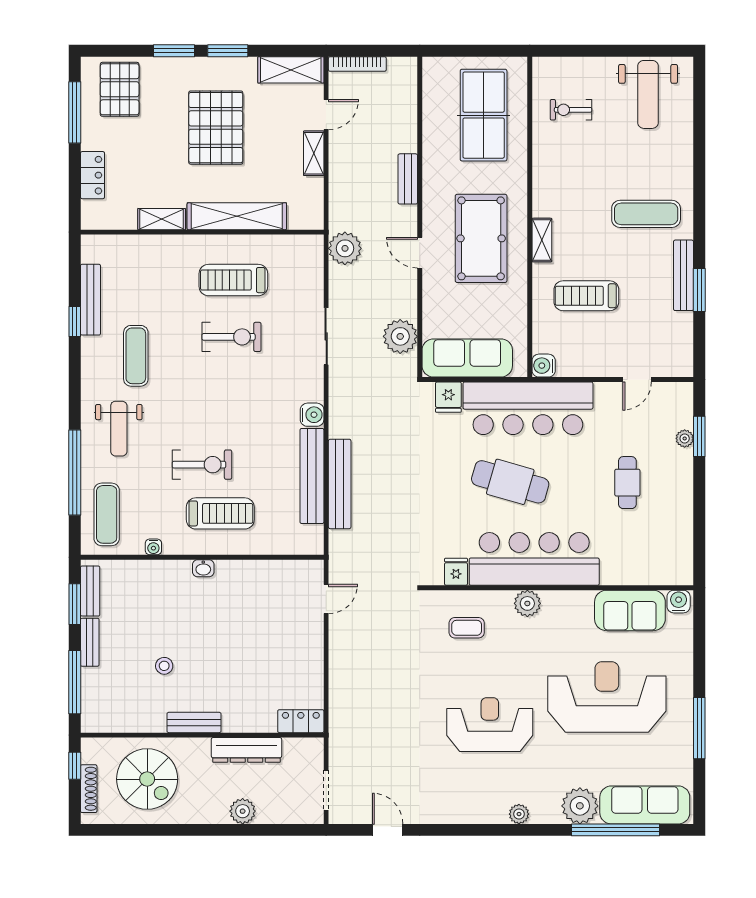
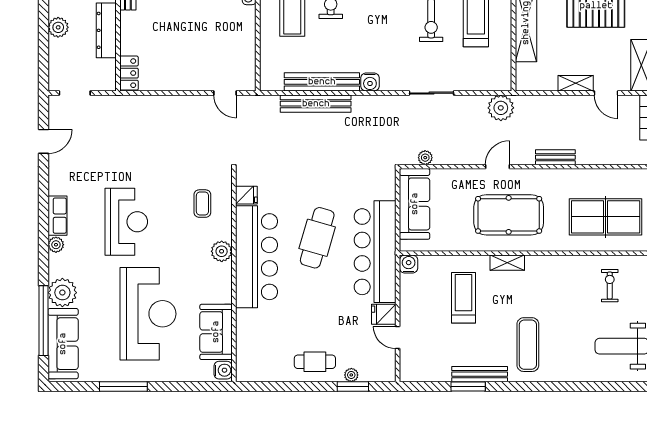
plant: (400, 336) -> (425, 158), width x0.53, depth x0.53
fridge: (448, 397) -> (384, 314), moved
cafe table: (627, 483) -> (315, 362), moved
row of seats: (482, 812) -> (58, 216), added

